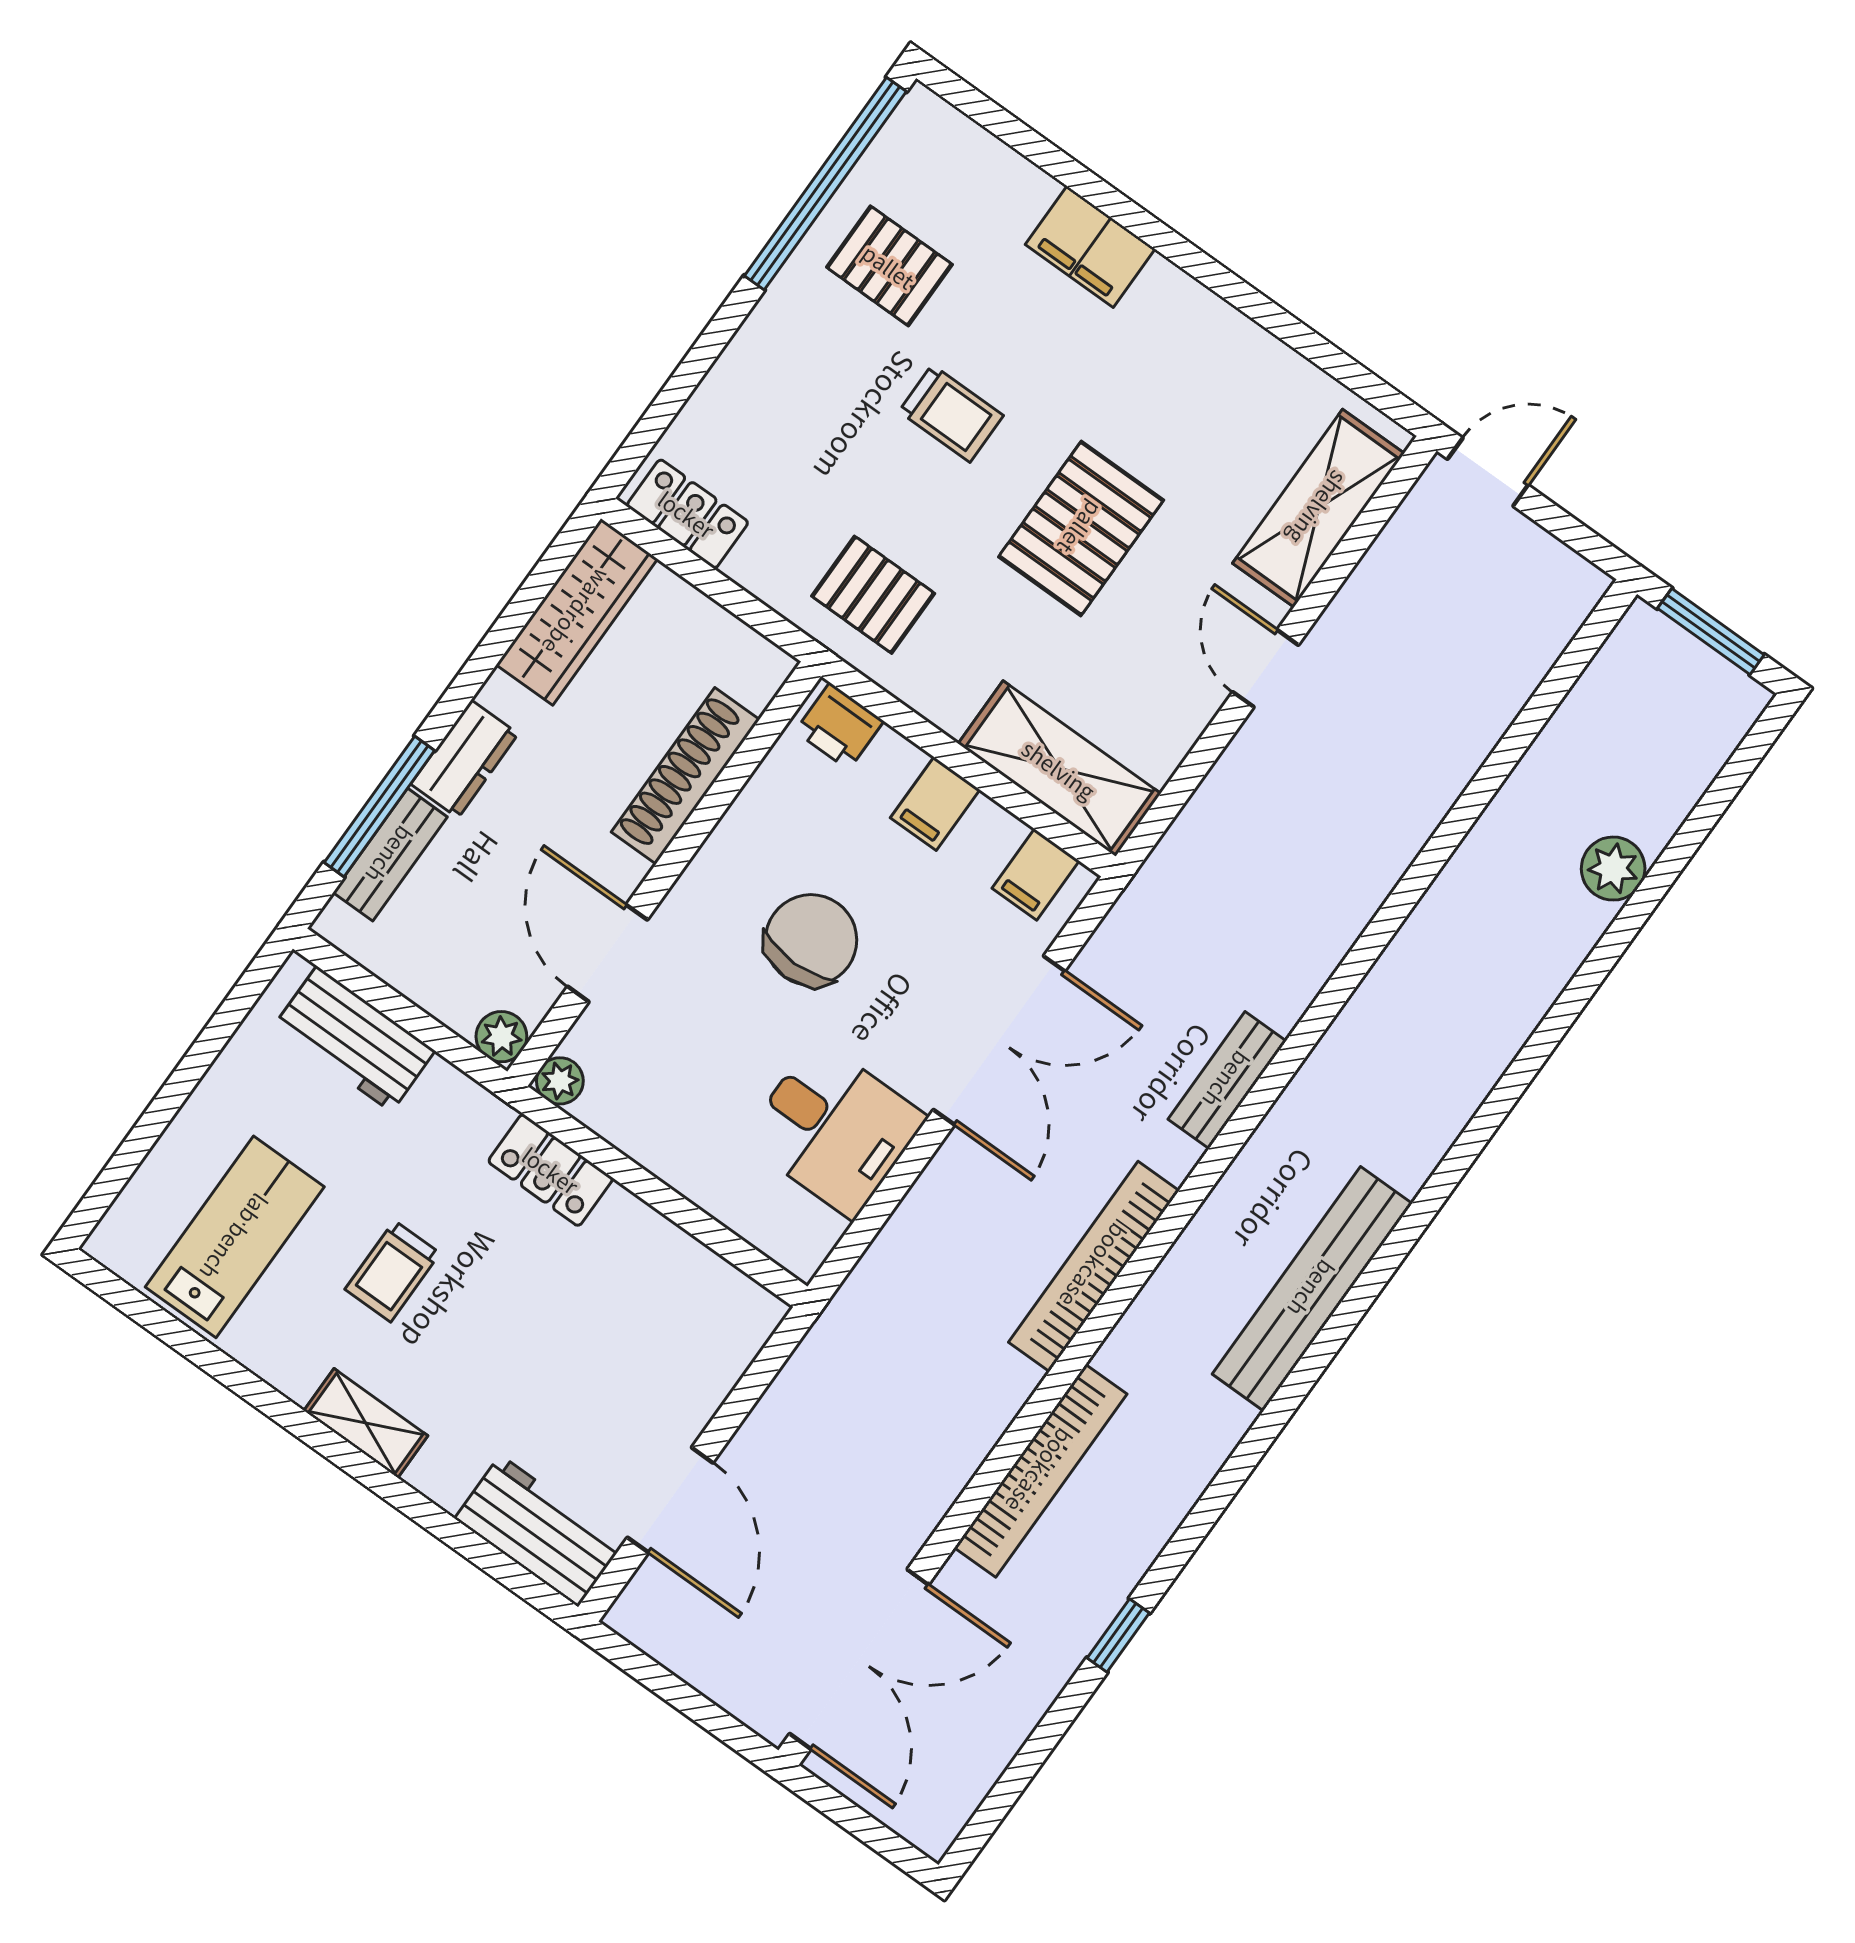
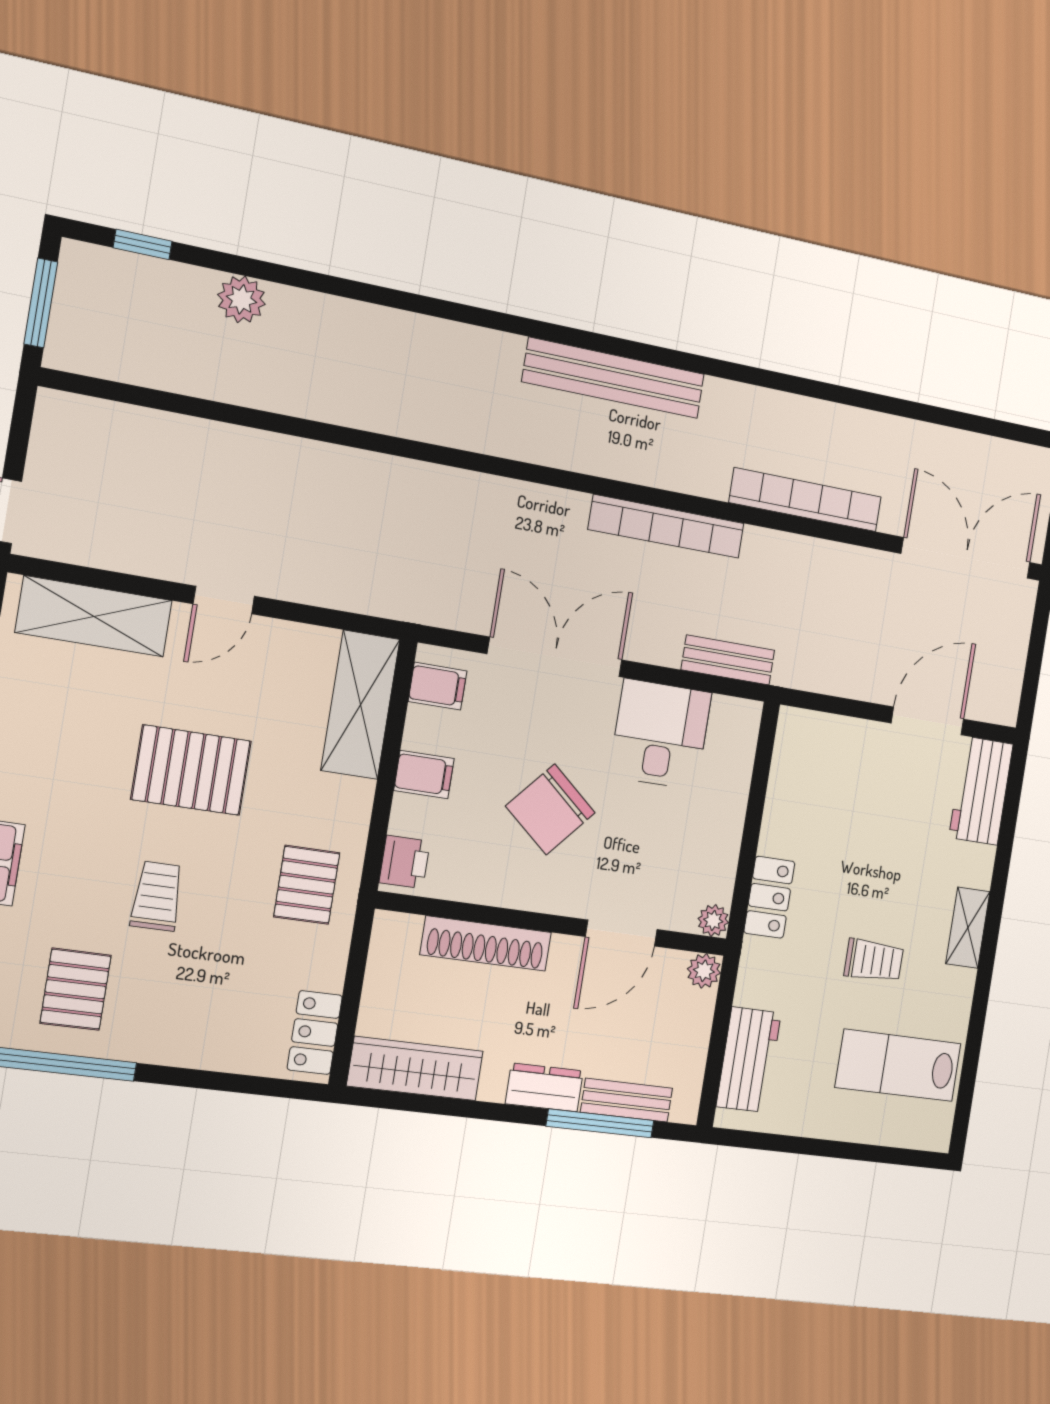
chair: (811, 940) -> (550, 809), turned -49
bench: (1227, 1080) -> (728, 660), moved
window: (1118, 1635) -> (143, 244), moved

